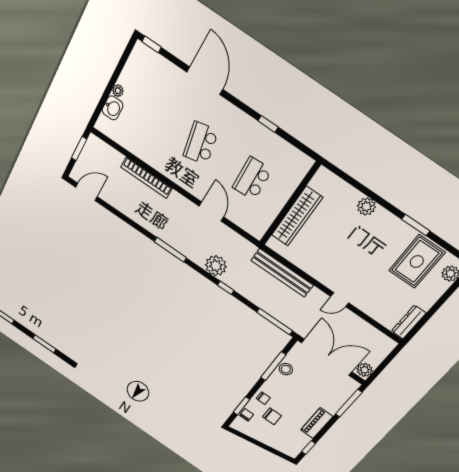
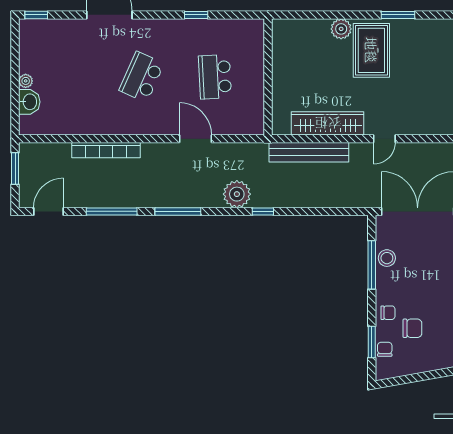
school desk: (201, 143) -> (142, 77), turned 36
wardrobe: (297, 216) -> (328, 123), moved, turned -90
rug: (417, 262) -> (371, 50), moved
window: (275, 321) -> (112, 211), moved

